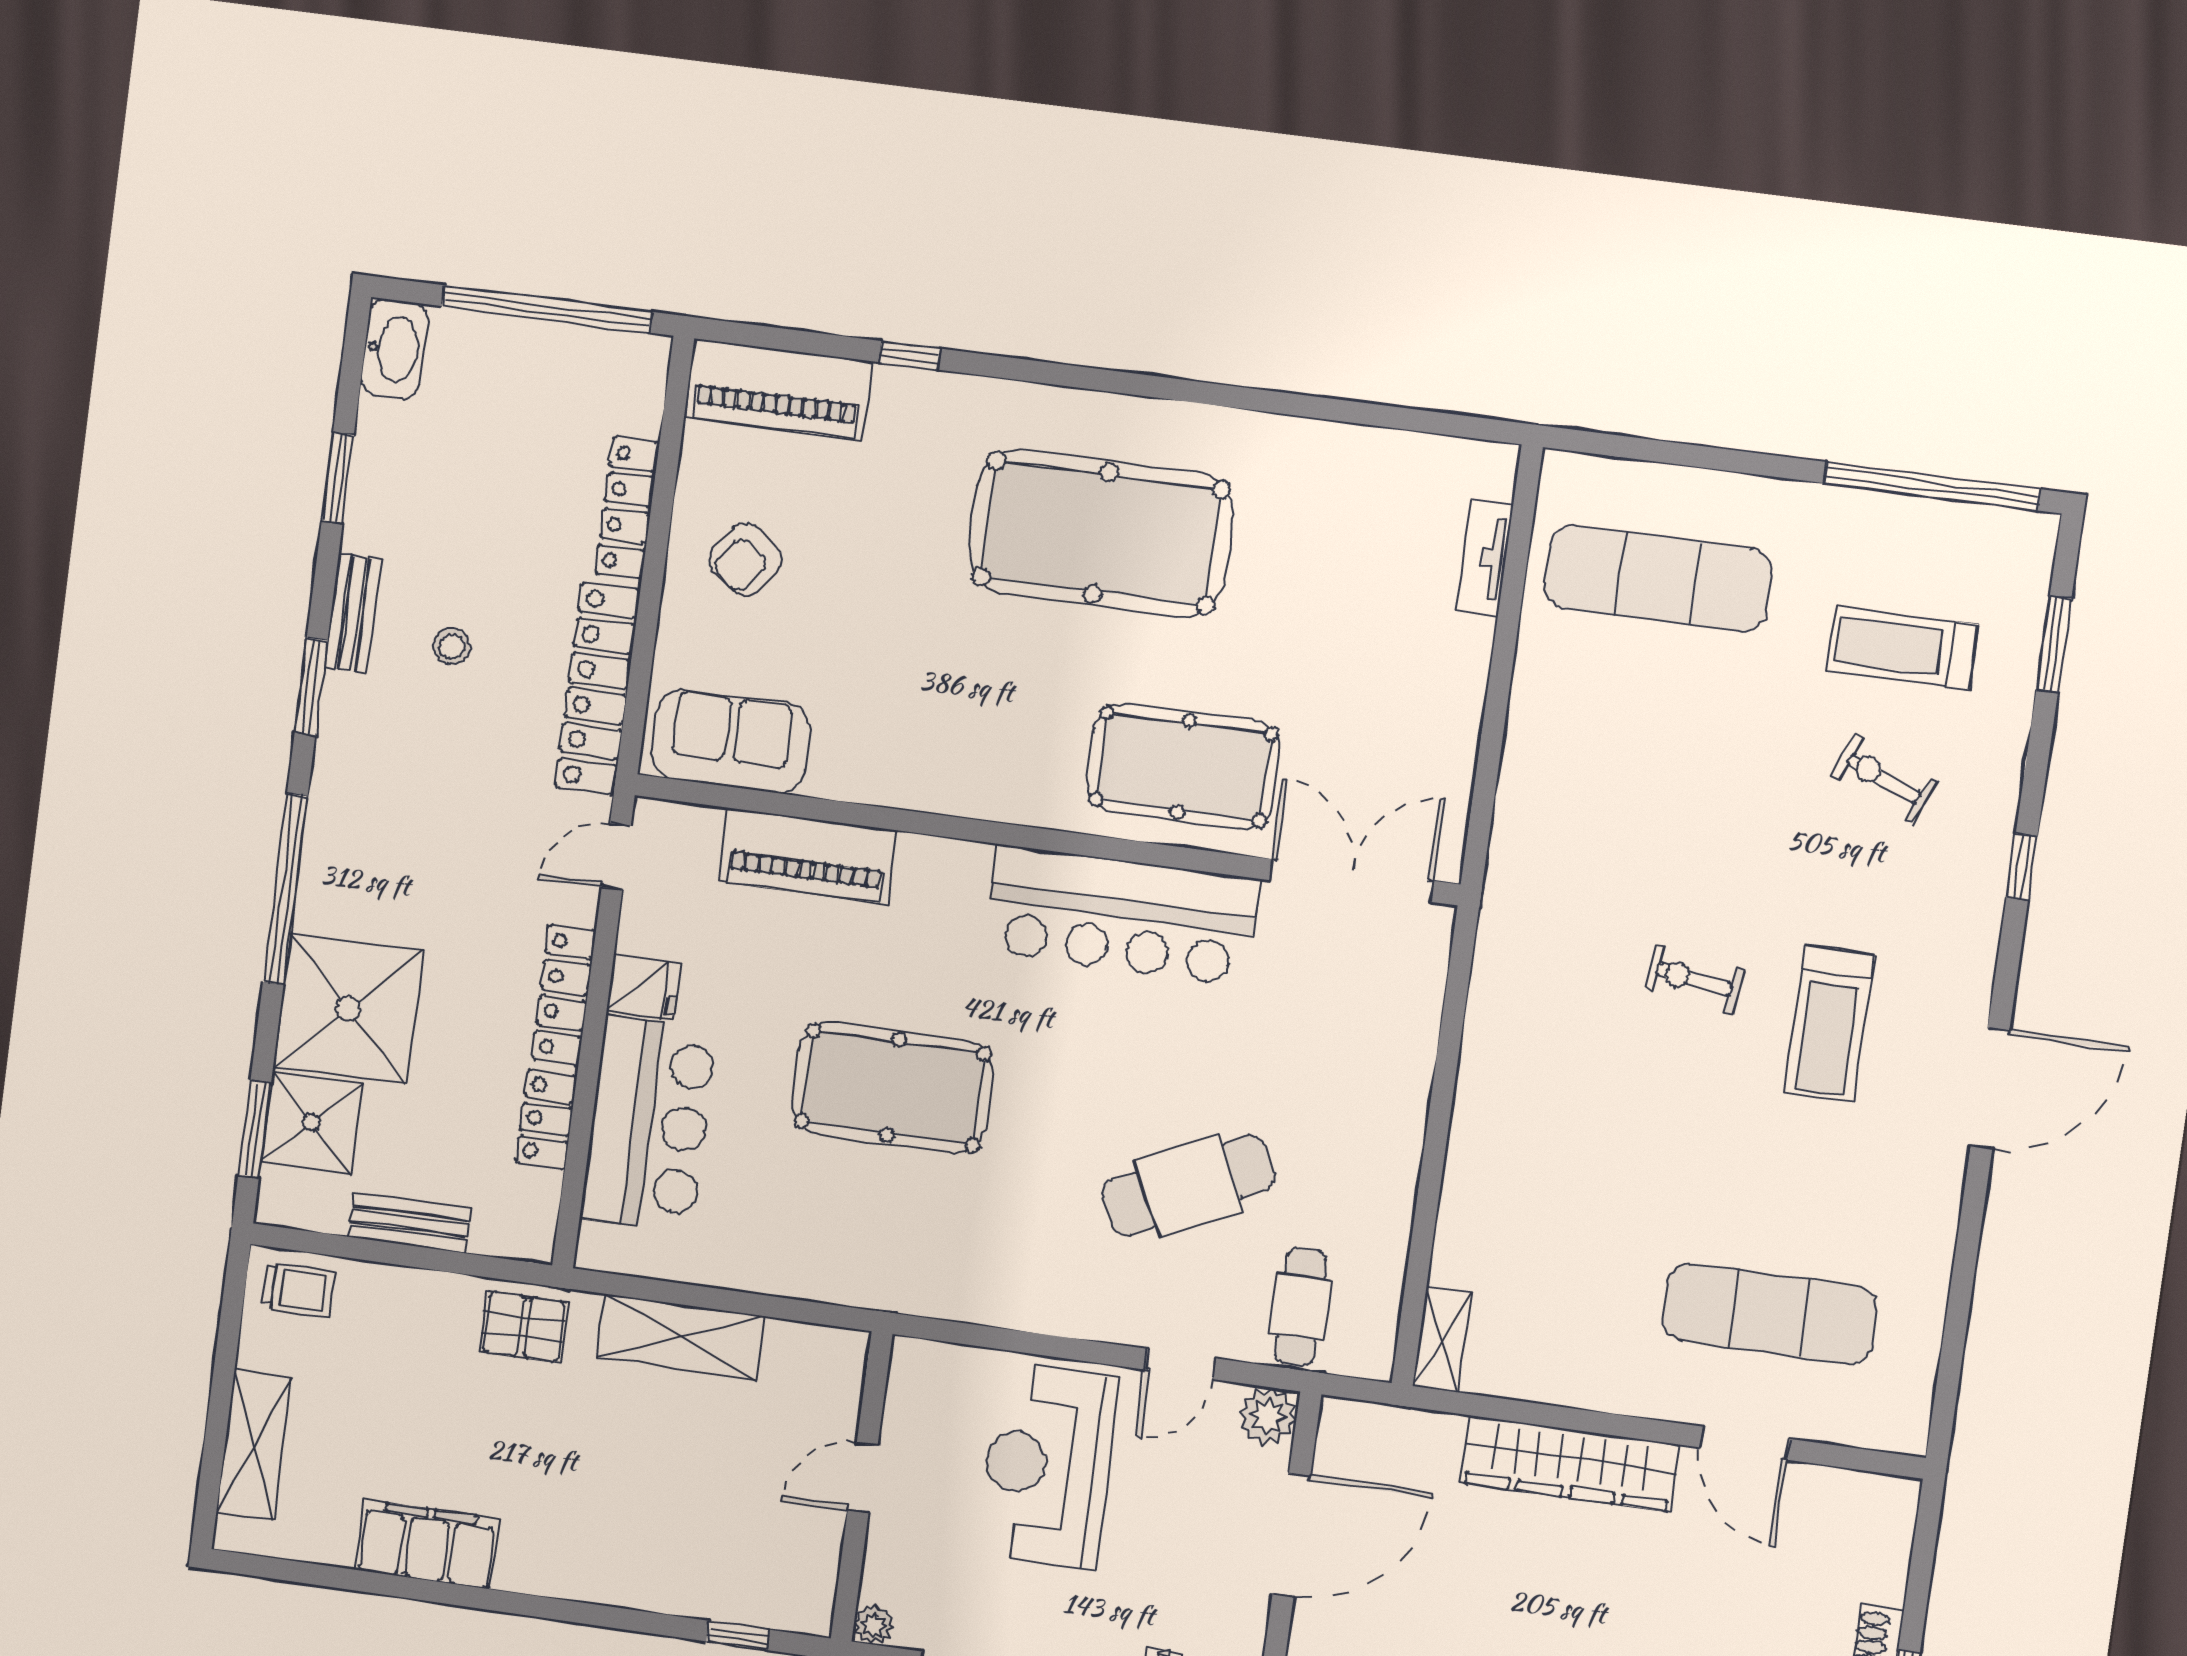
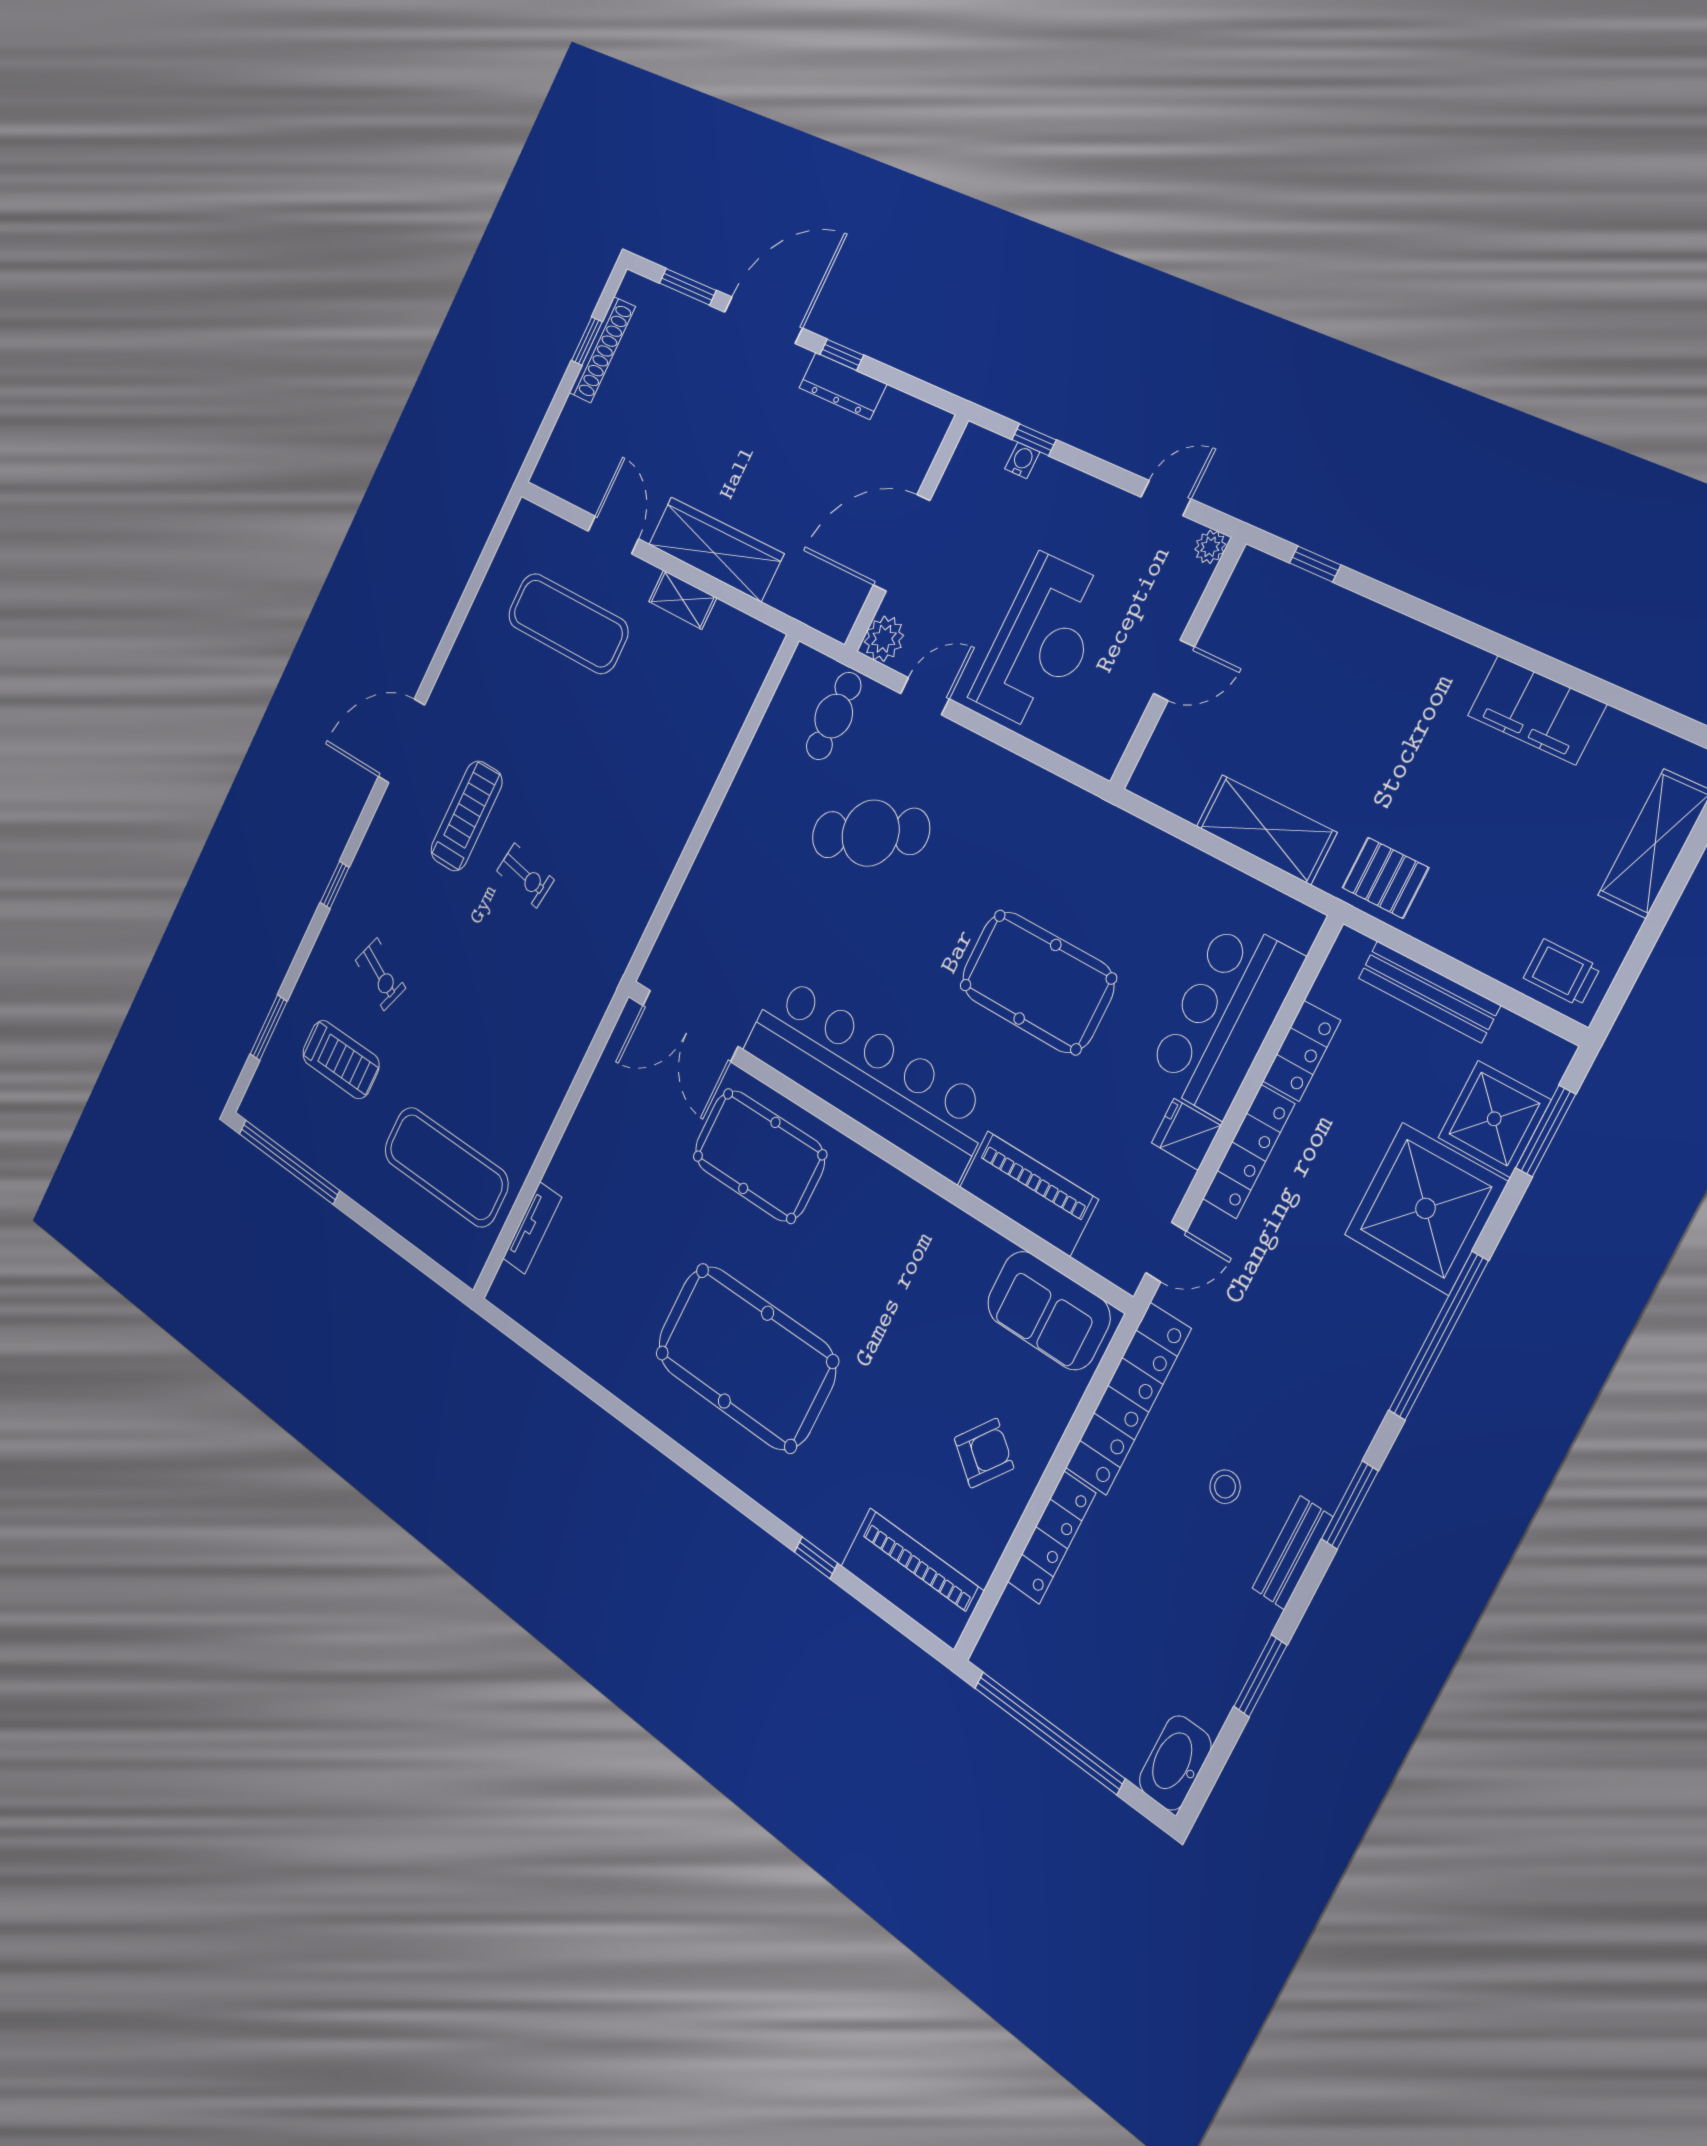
bar counter: (1121, 915) -> (867, 1076), width x1.36
bench: (409, 1223) -> (1429, 992), width x1.36
shelving: (1442, 1339) -> (683, 600), moved, turned 90

